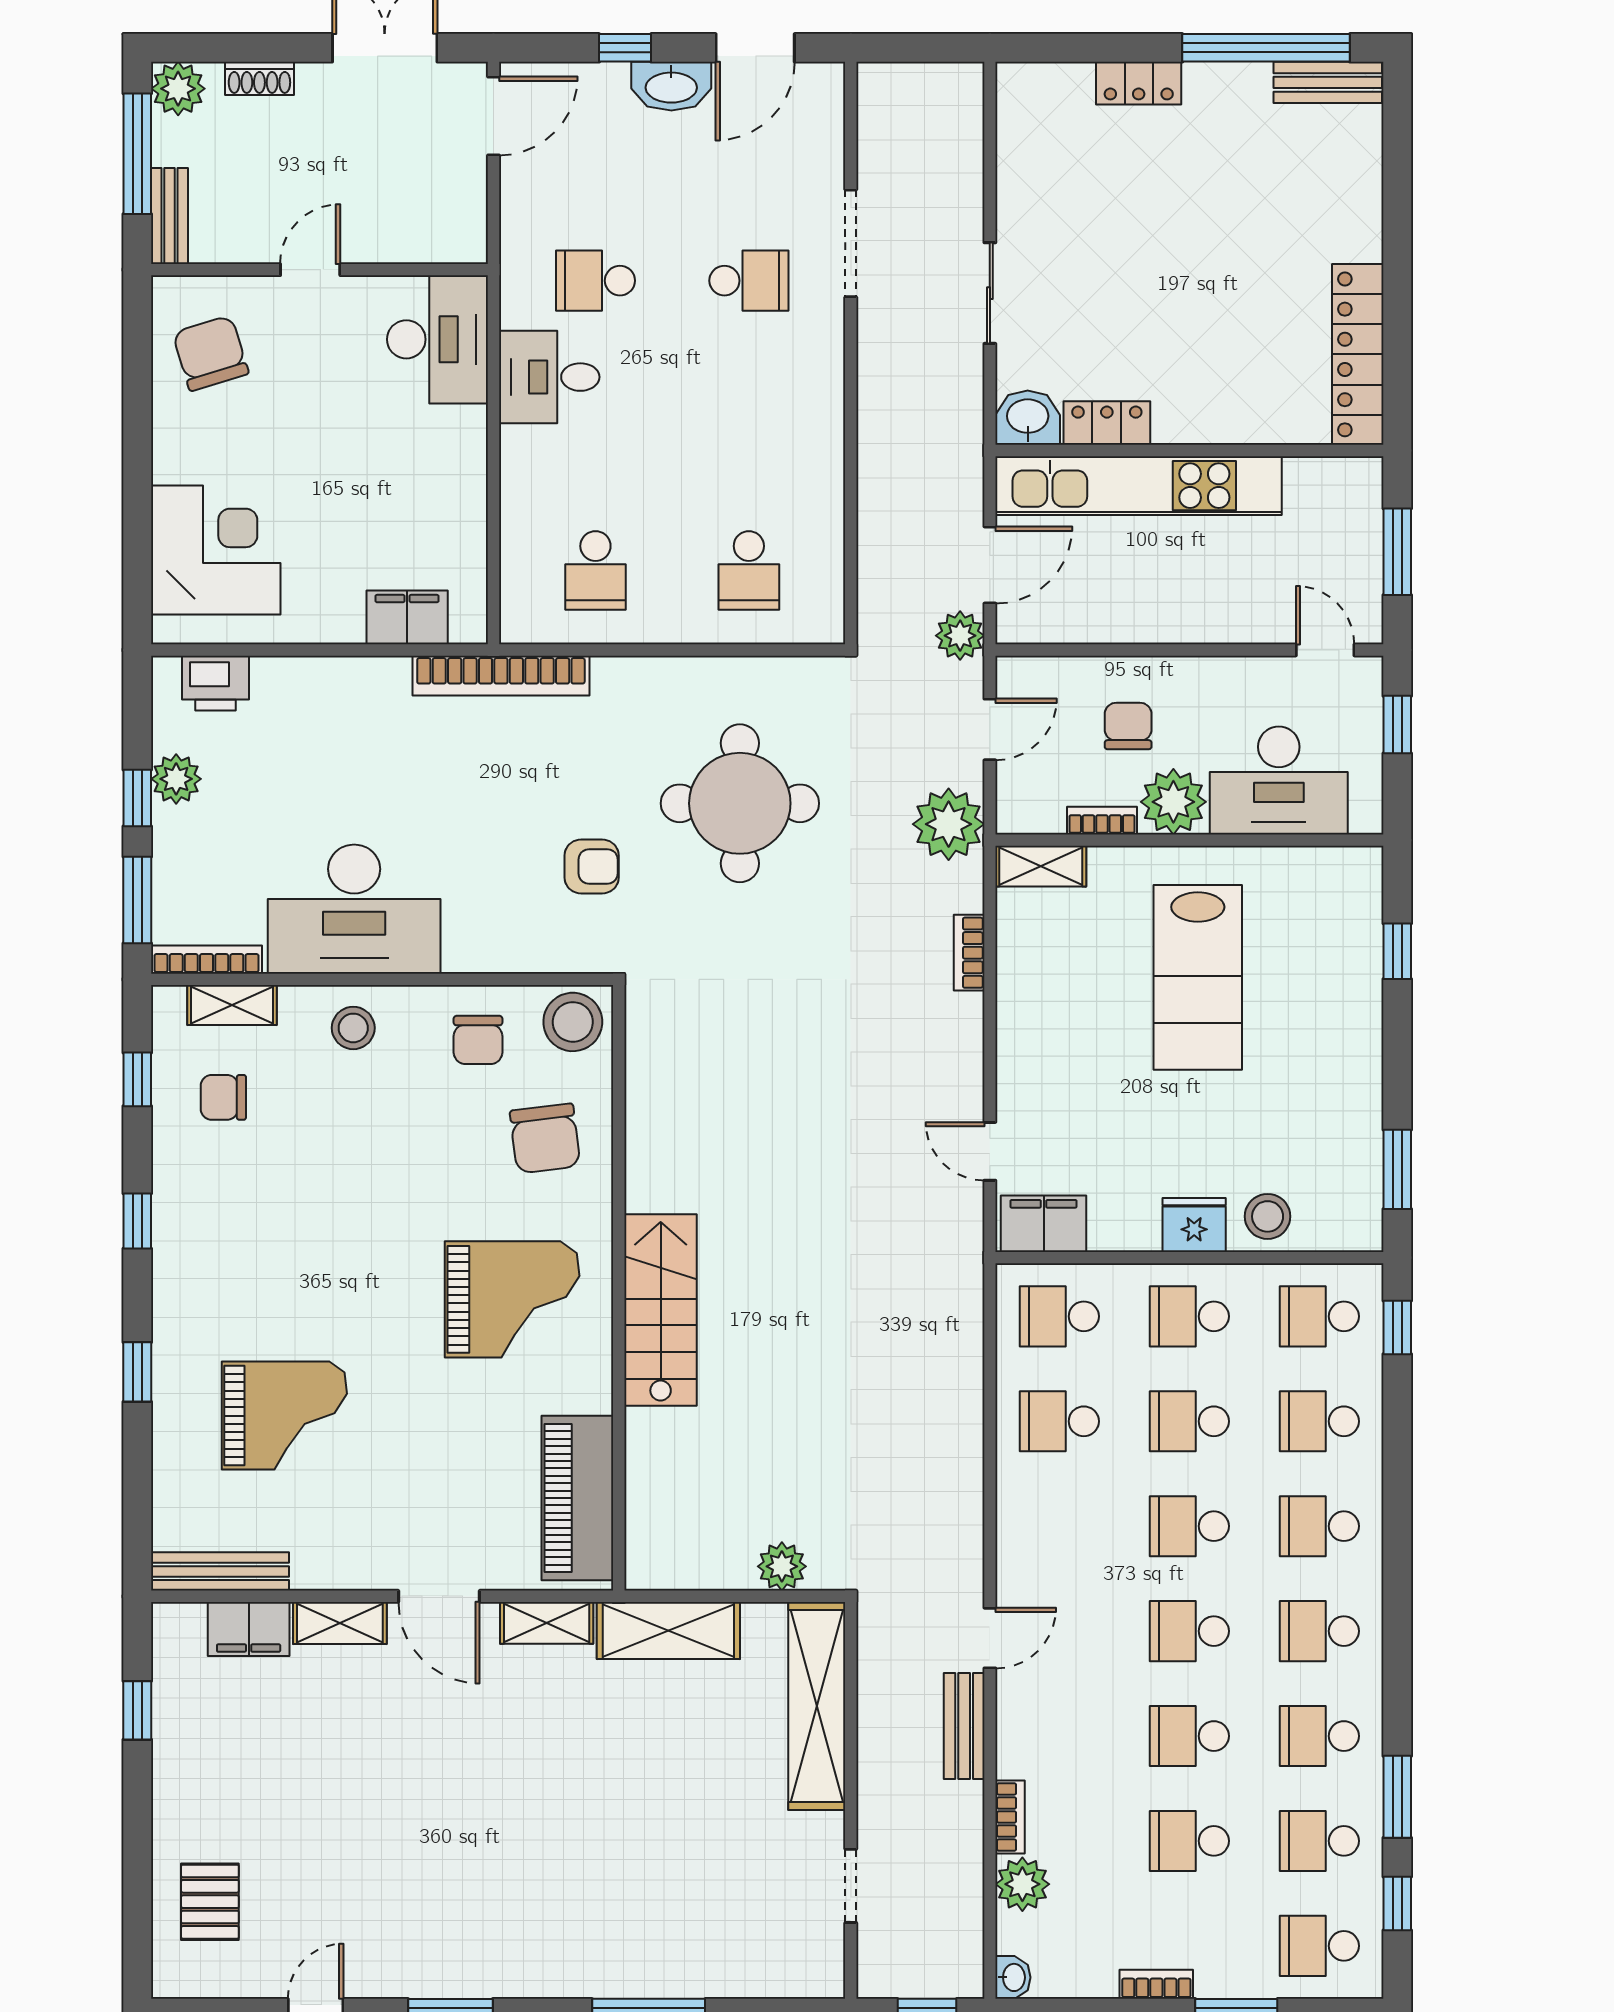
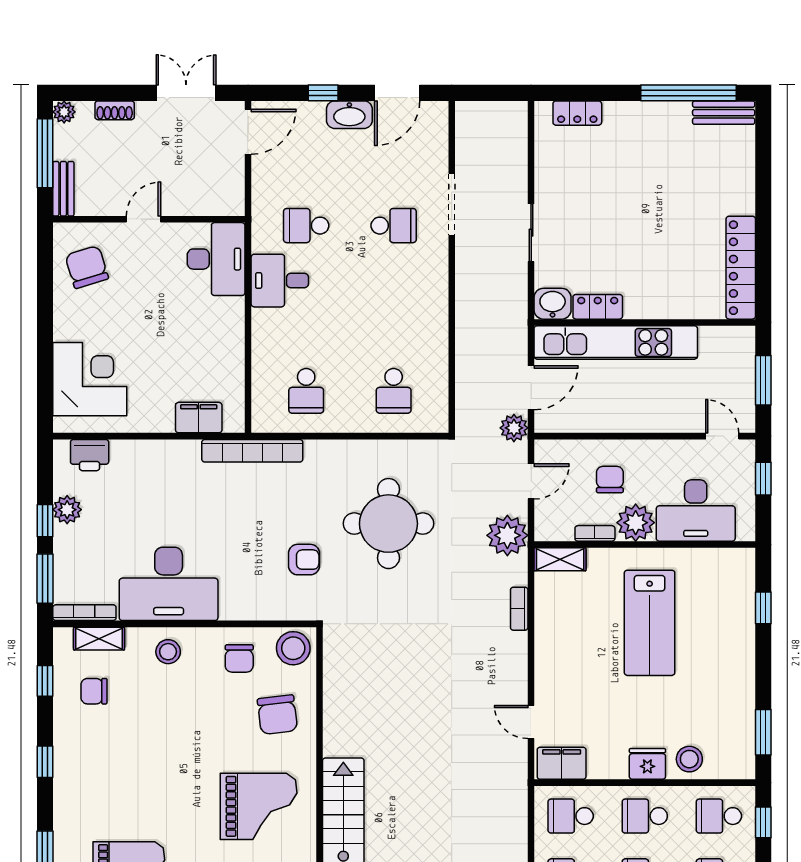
locker: (1139, 83) -> (577, 113), moved
plant: (178, 89) -> (64, 112), width x0.73, depth x0.73

